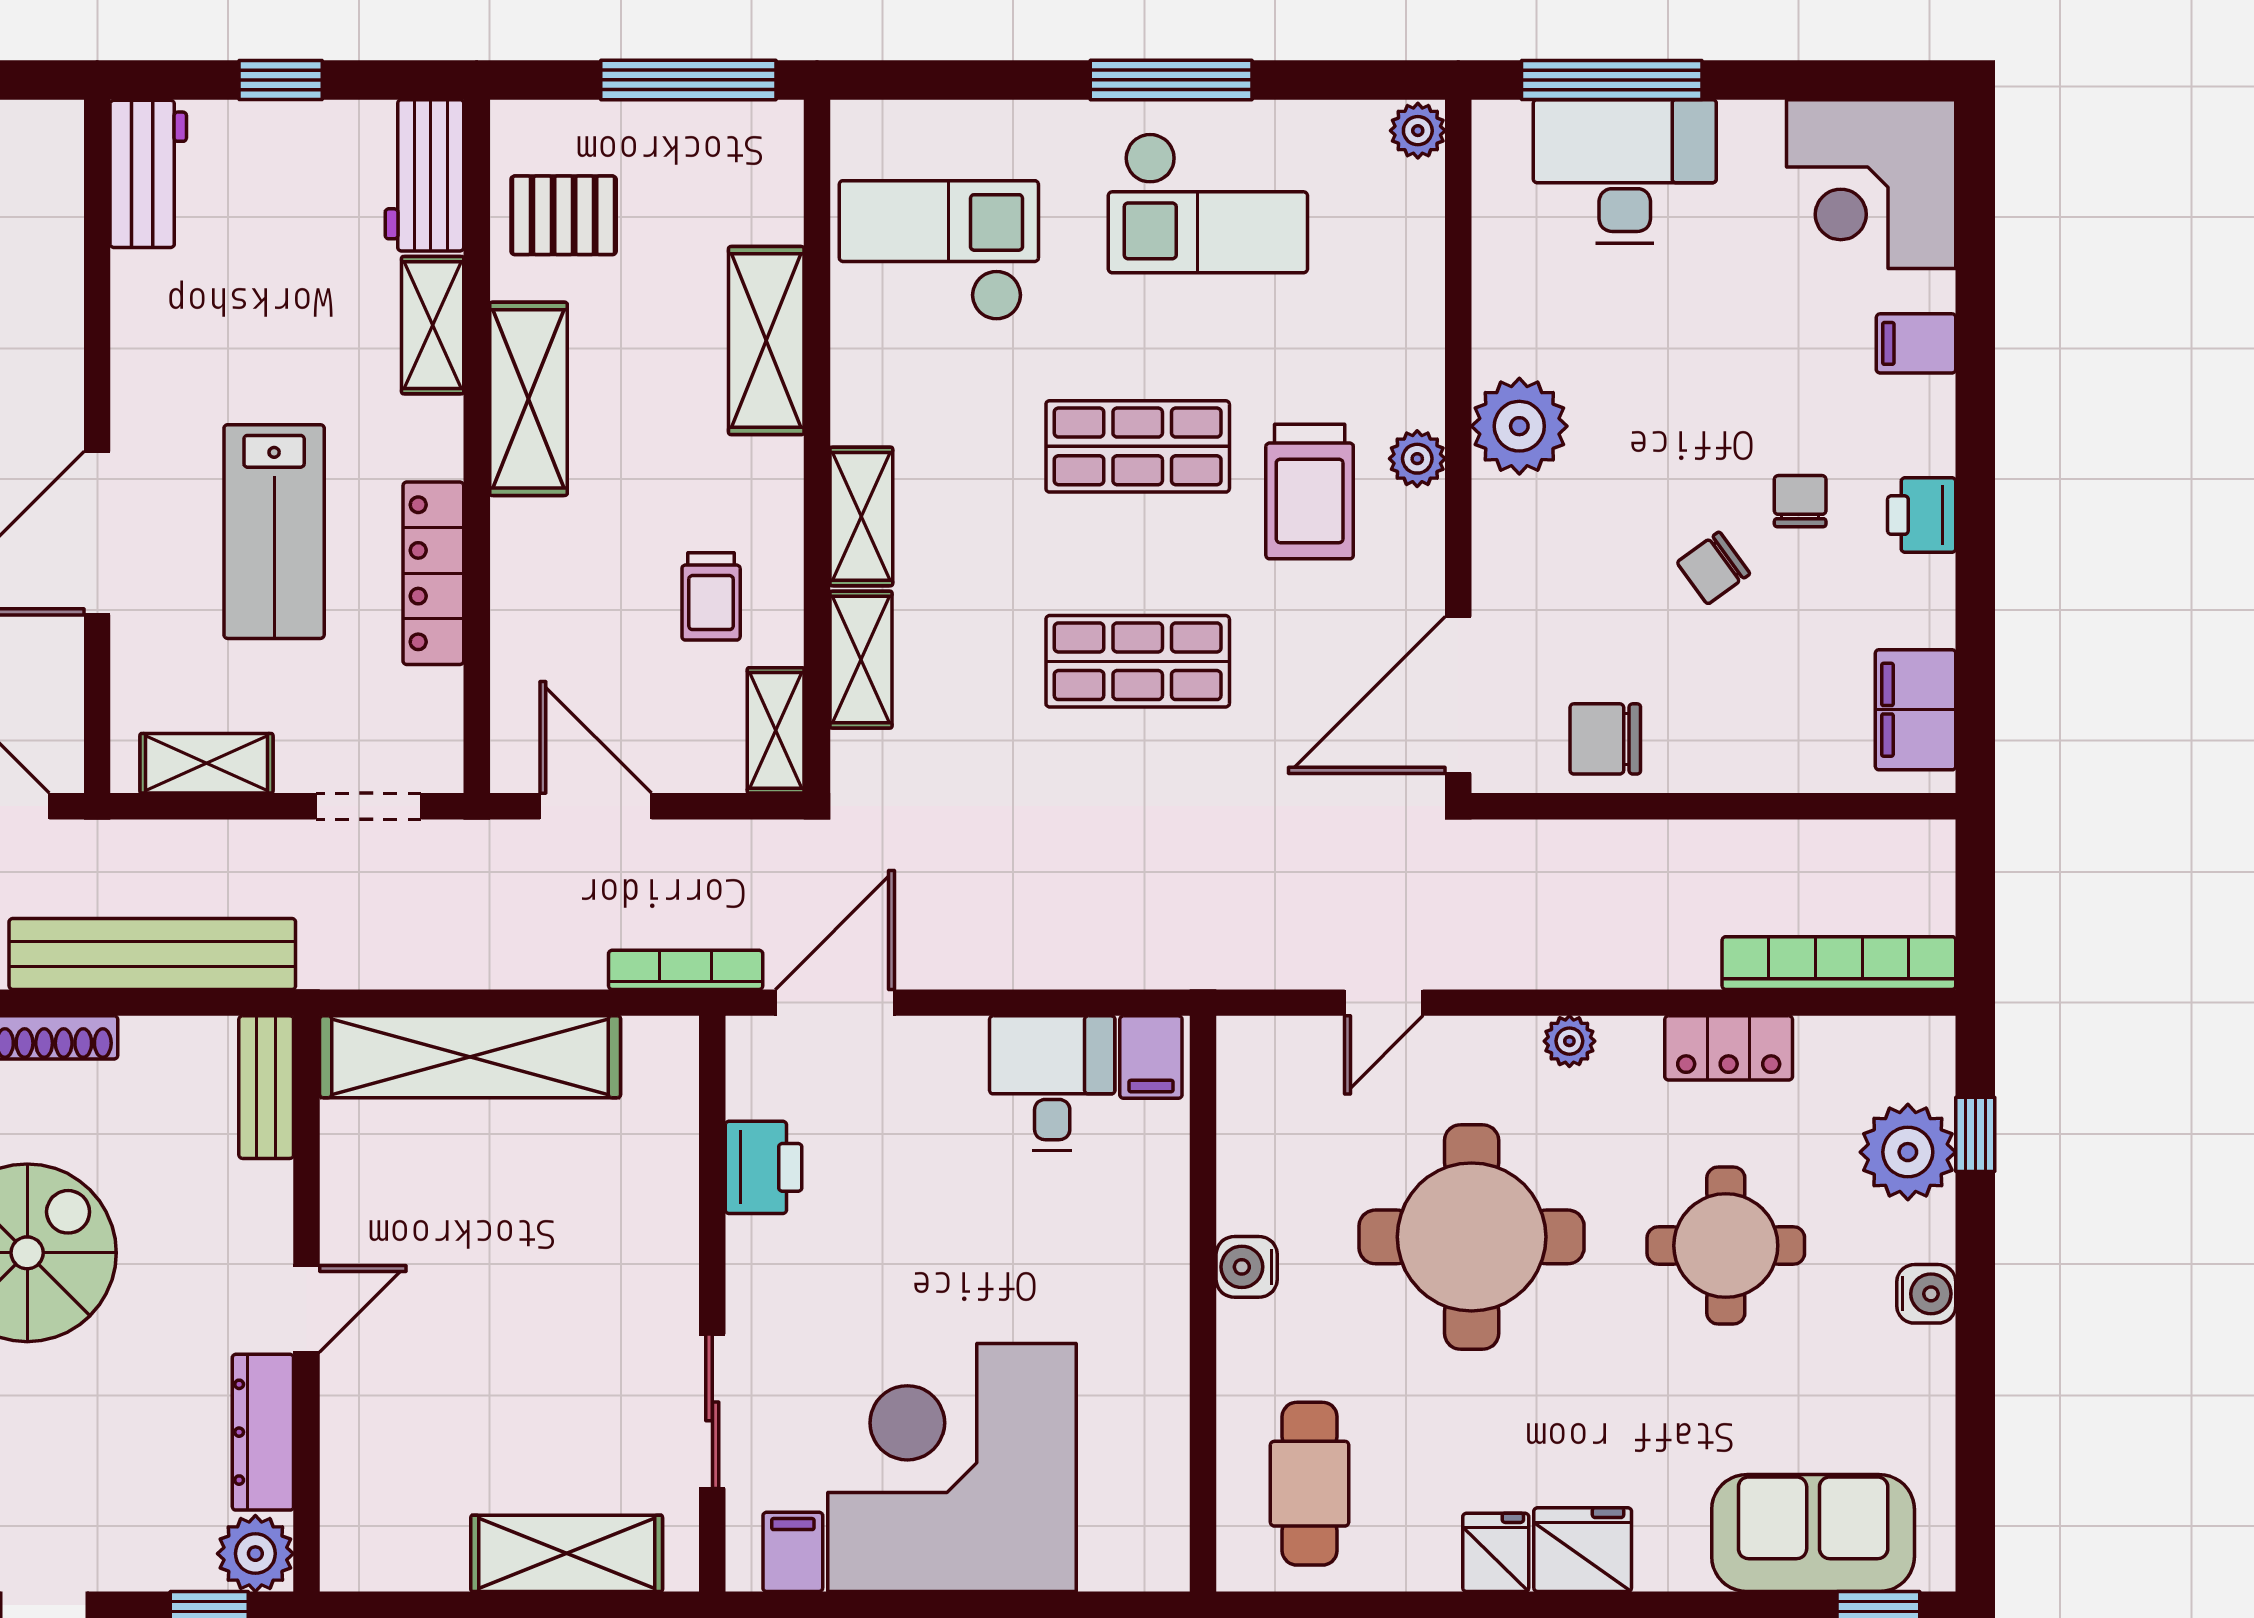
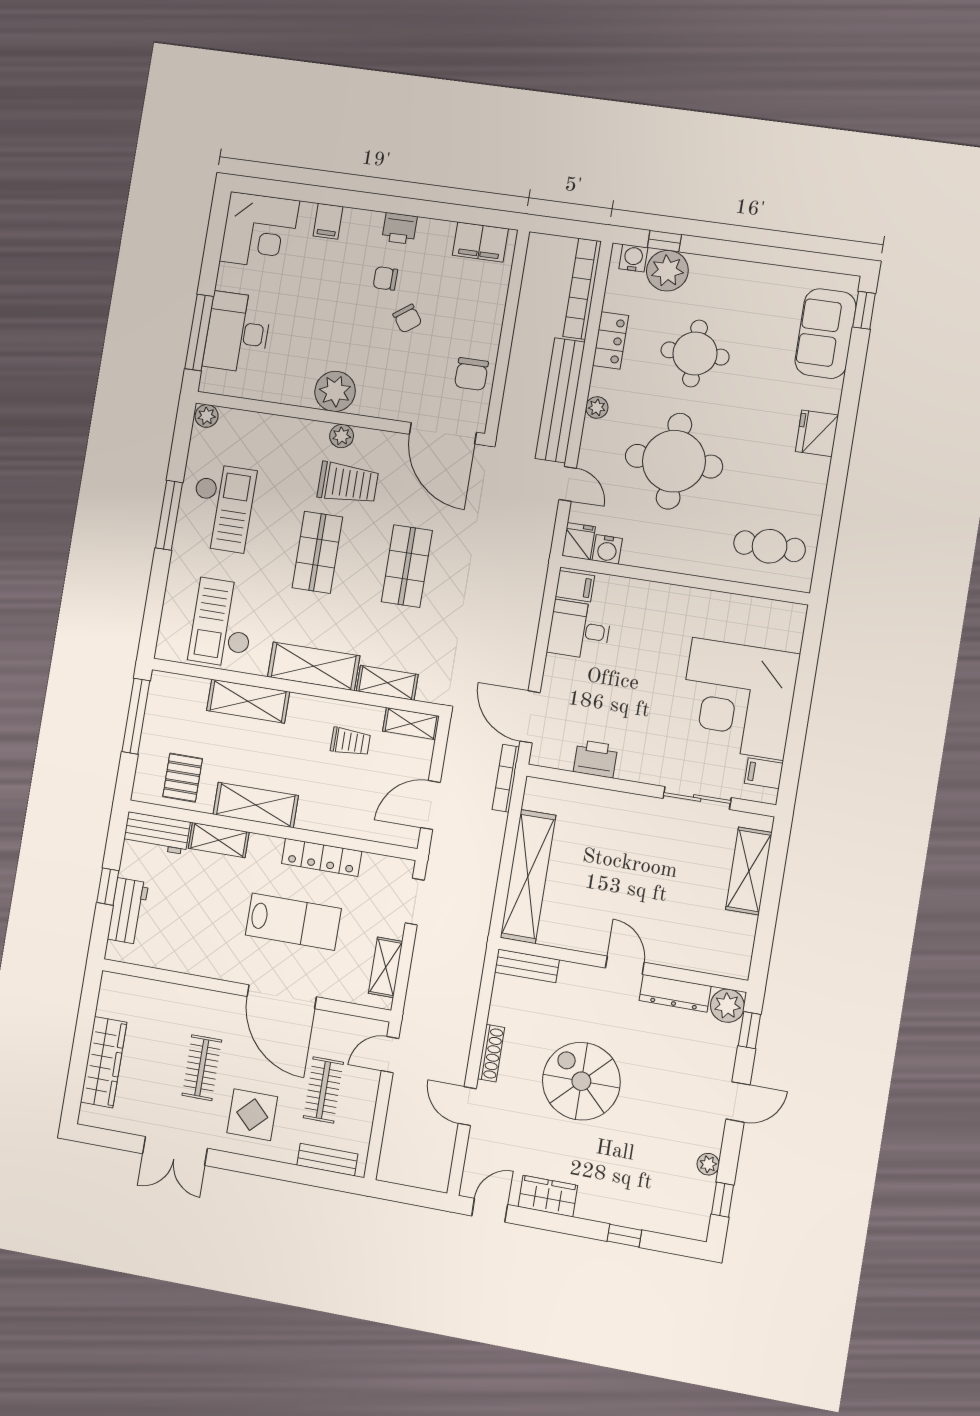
workbench: (148, 174) -> (128, 911), moved, turned 90
shelving: (861, 516) -> (314, 666), width x1.50, depth x1.33
bench: (152, 954) -> (560, 400), moved
water cooler: (1247, 1267) -> (607, 549), moved
water cooler: (1926, 1294) -> (633, 258), moved
fridge: (1496, 1552) -> (579, 541), moved, turned 90

